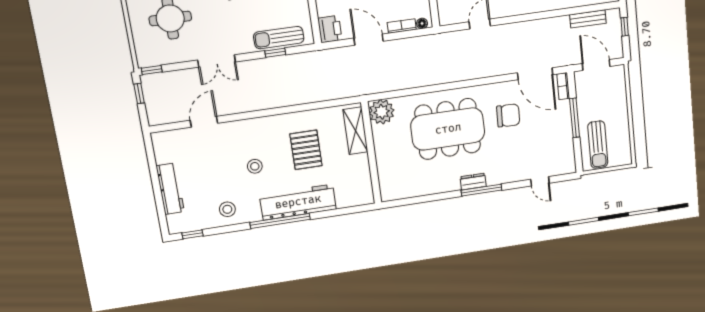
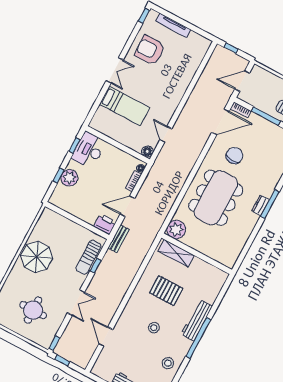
floor lamp: (446, 17) -> (147, 152), added
bench: (588, 19) -> (118, 239), moved
workbench: (298, 202) -> (197, 320), width x0.73, depth x0.76

